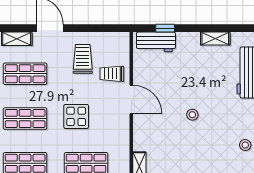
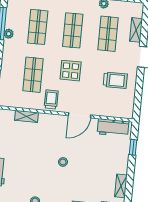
workbench: (156, 42) -> (113, 128), moved, turned -90
trolley: (112, 74) -> (51, 99), moved

